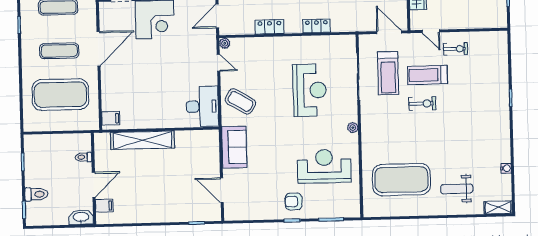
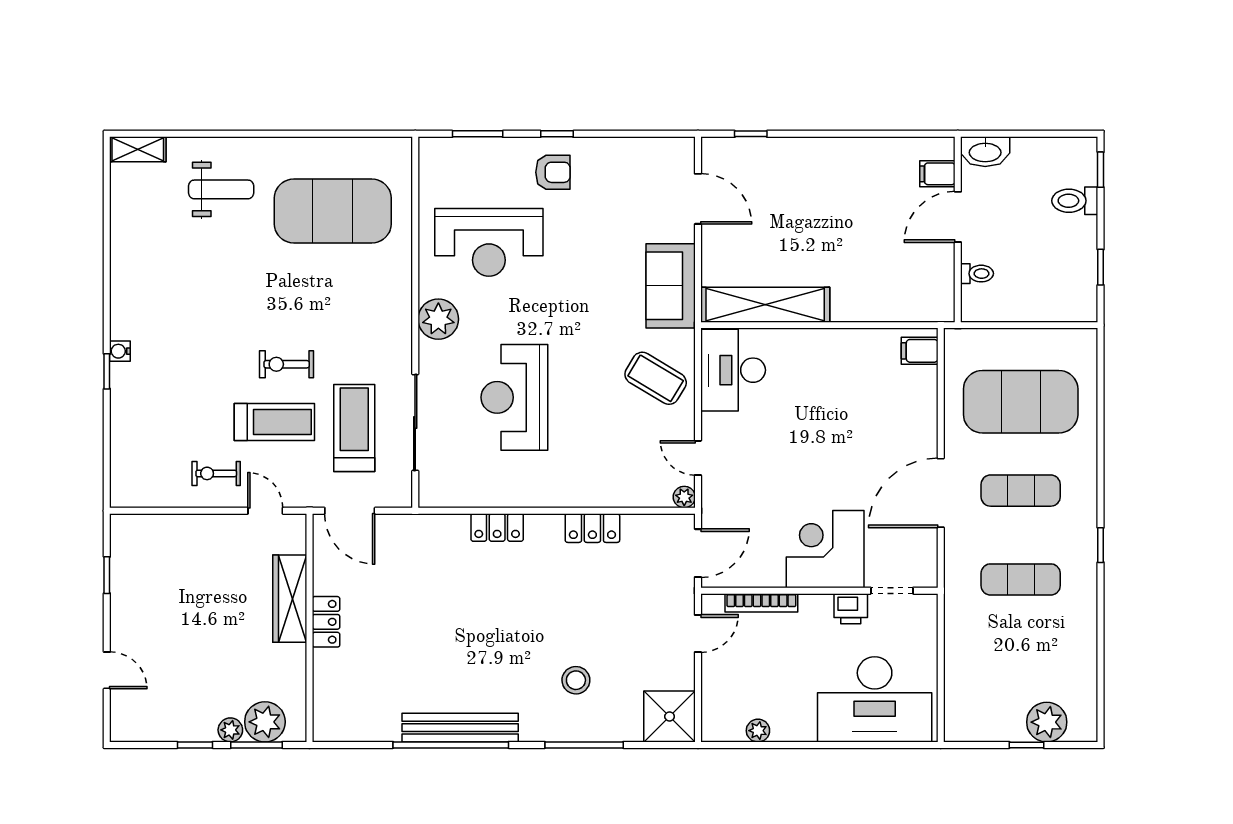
plant: (353, 128) -> (438, 319), width x1.87, depth x1.87
shelving: (142, 140) -> (765, 305), moved
water cooler: (506, 168) -> (120, 351), moved

